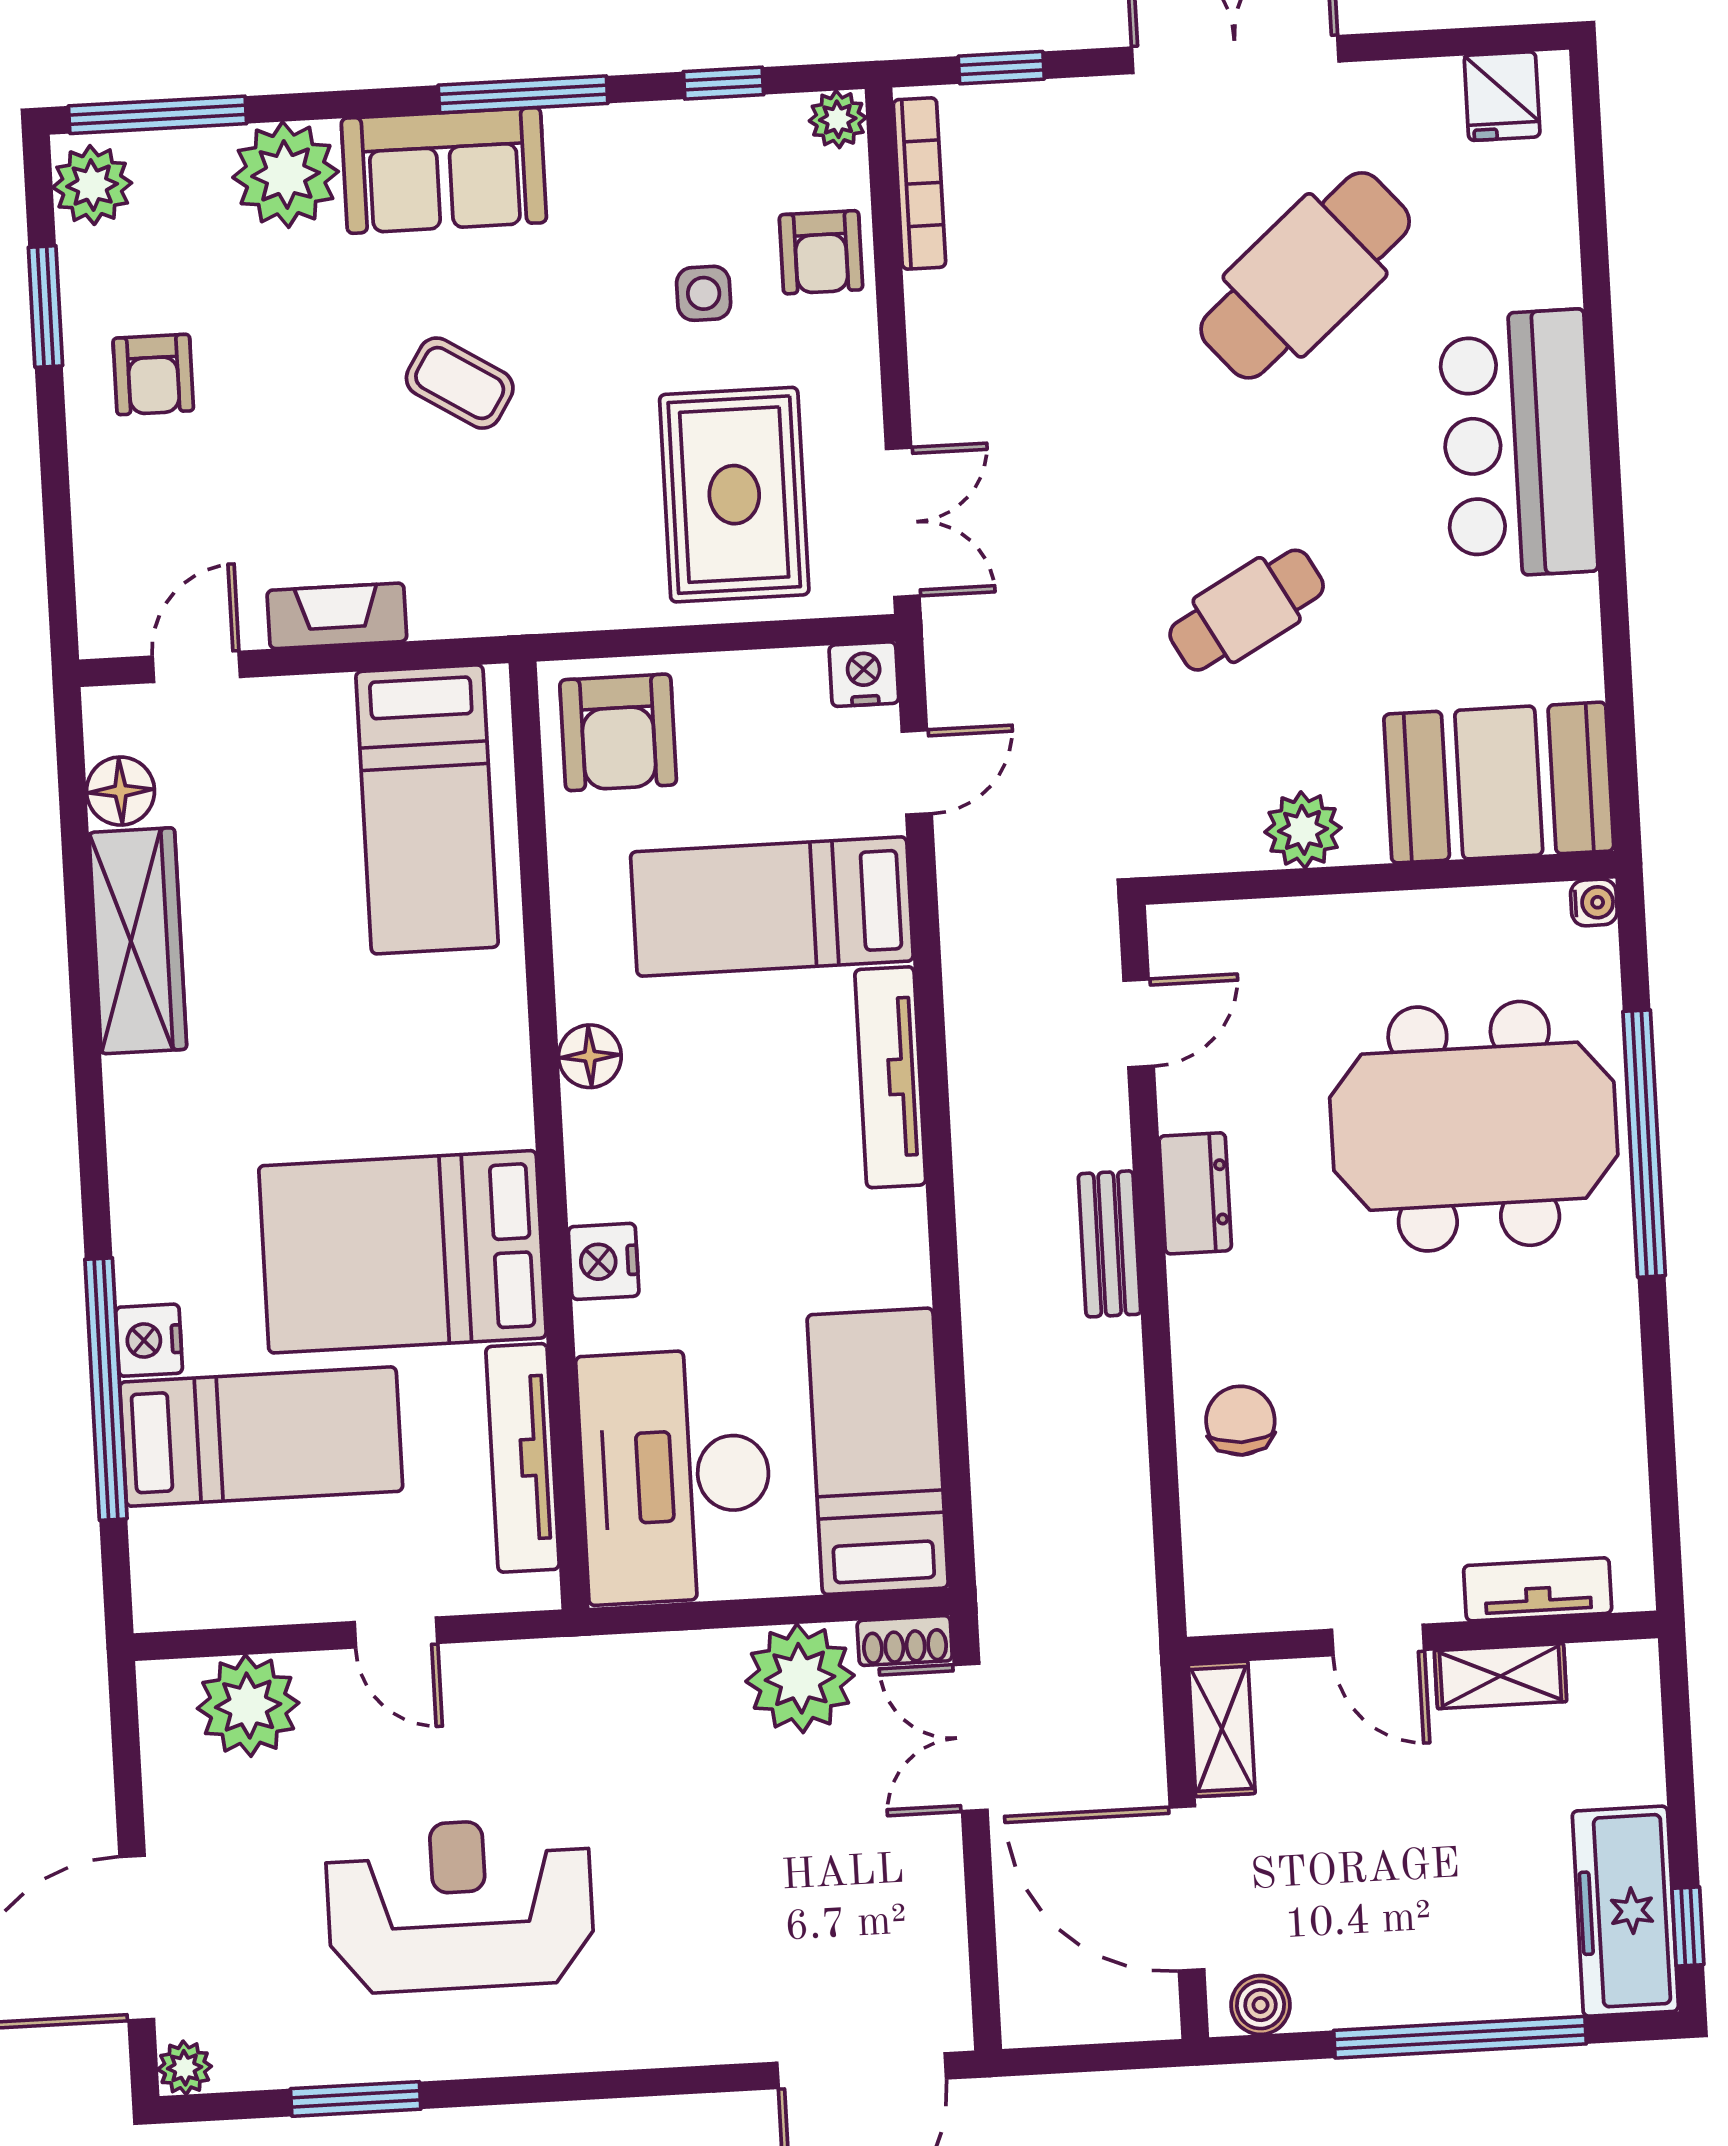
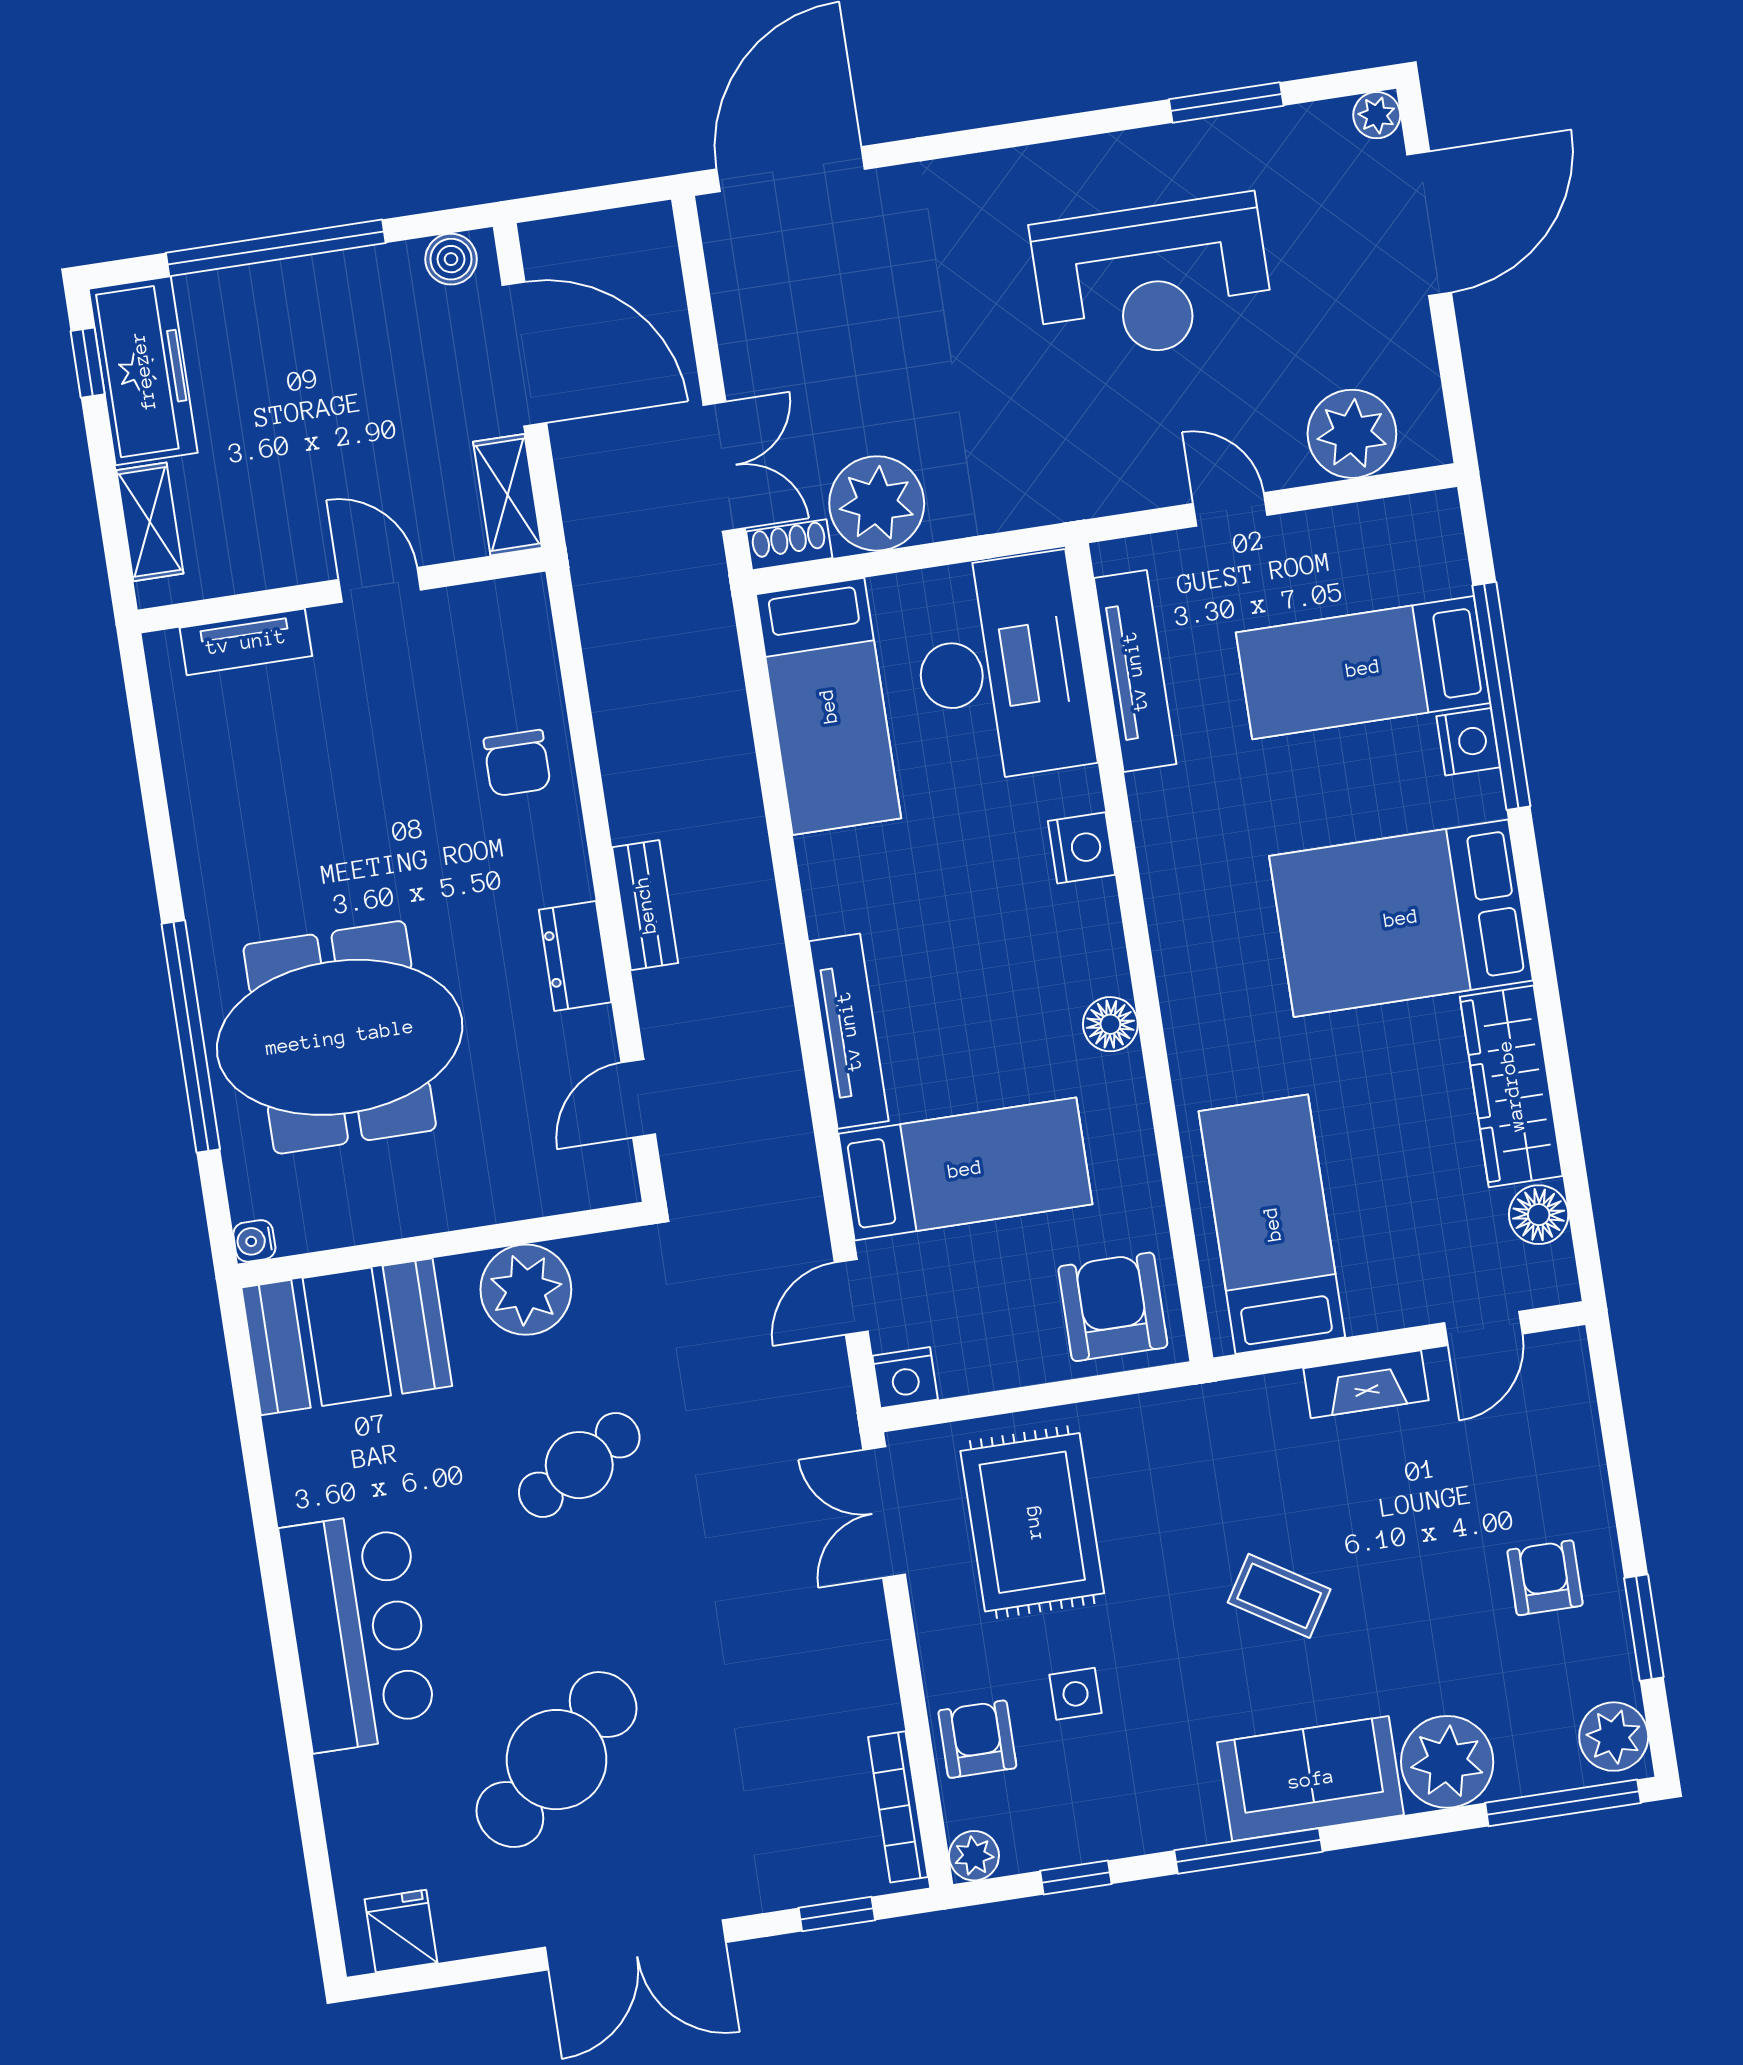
plant: (1303, 830) -> (526, 1290), width x1.36, depth x1.36
bed: (402, 1252) -> (1401, 918), moved, turned 180
shelving: (1500, 1676) -> (150, 522), moved, turned 90

